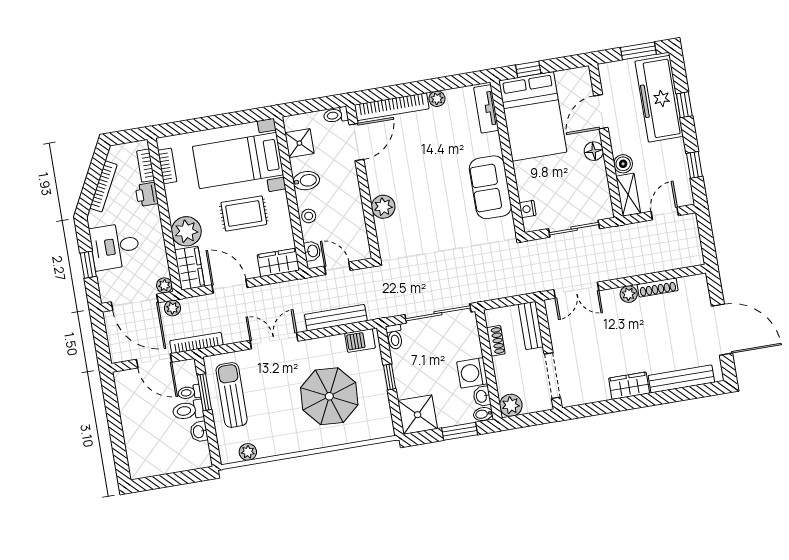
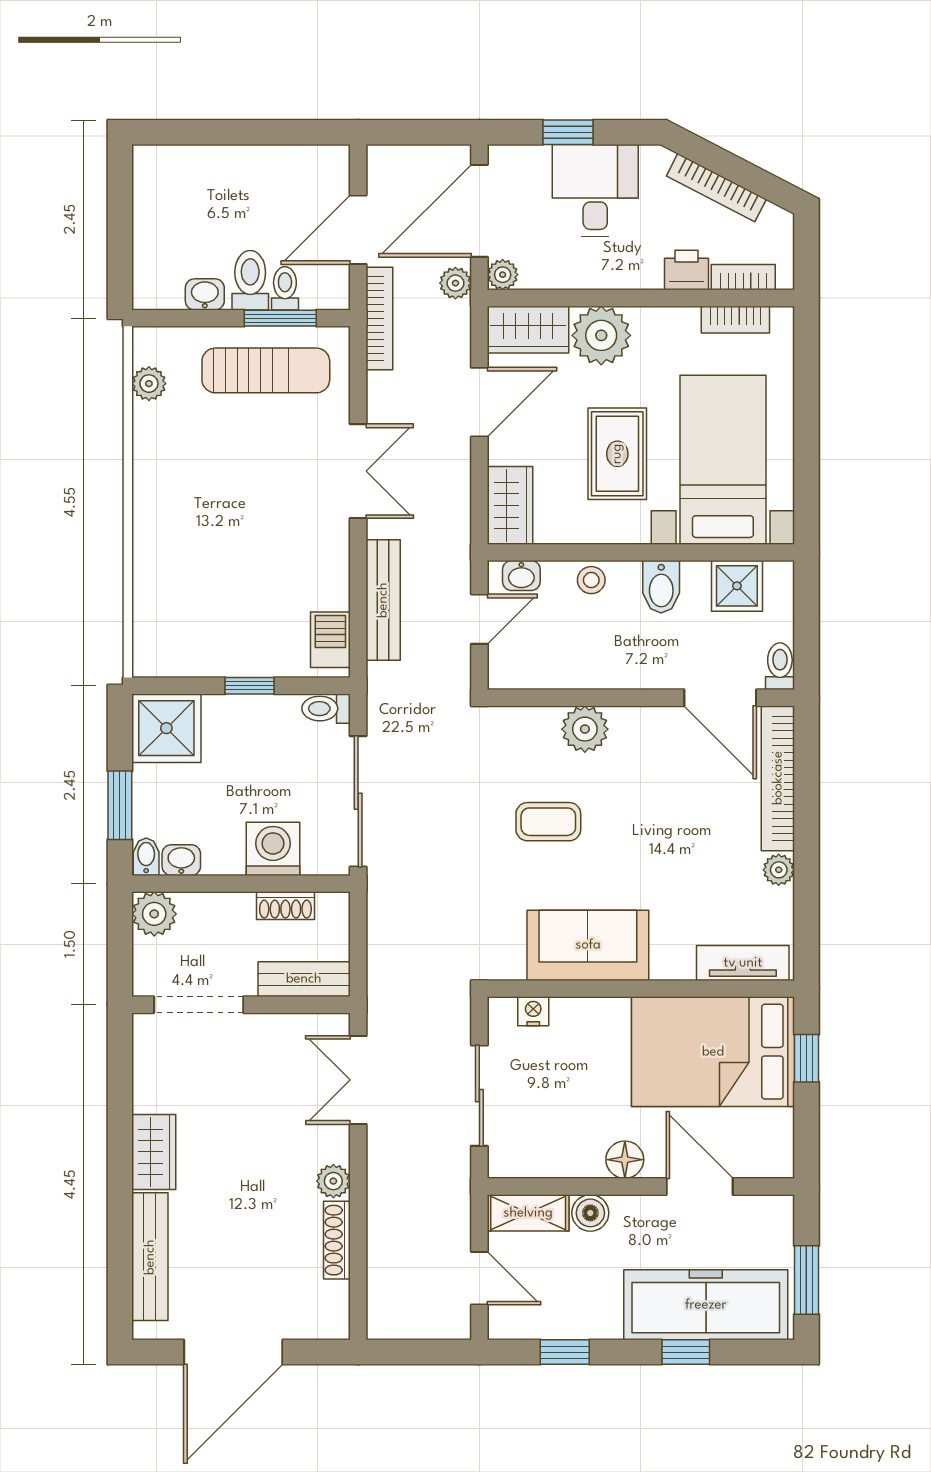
coffee table: (432, 217) -> (548, 822), added
washing machine: (472, 373) -> (273, 849), moved
parasol: (329, 396) -> (231, 561), removed

